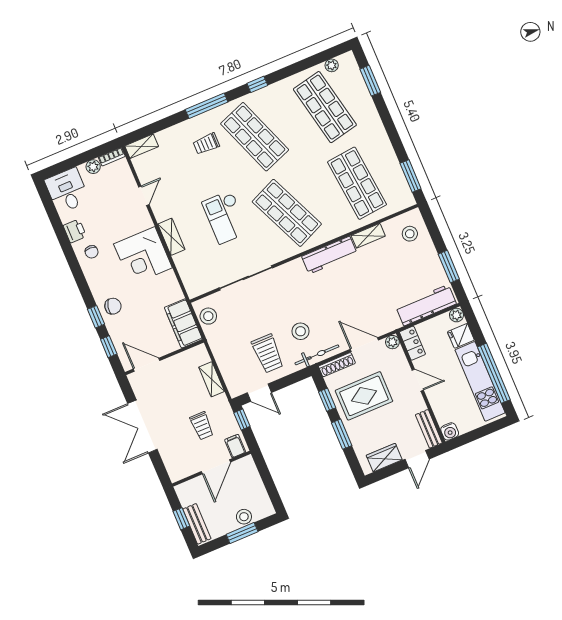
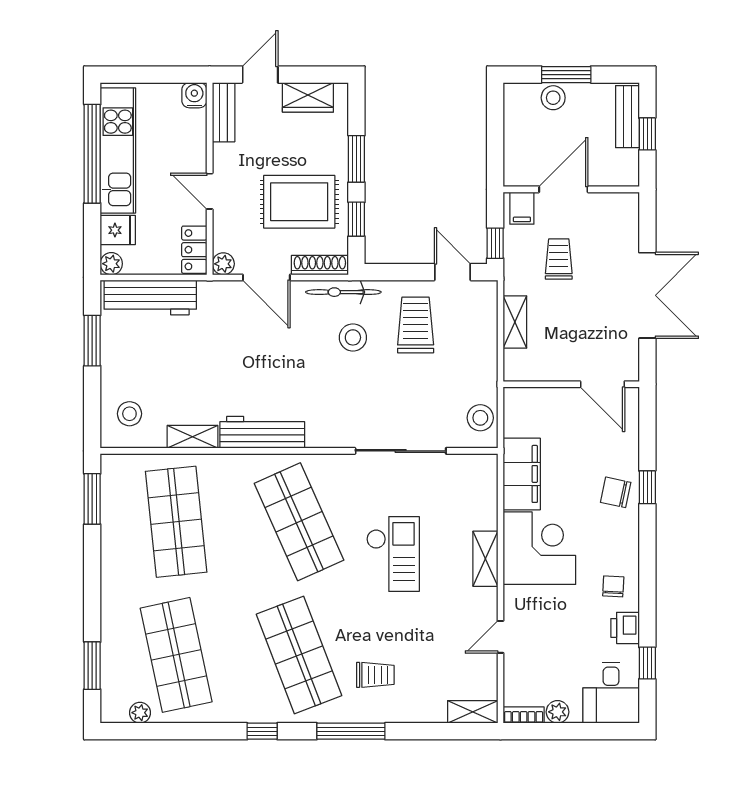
filing cabinet: (183, 323) -> (522, 474), moved
window: (109, 347) -> (647, 663), moved

